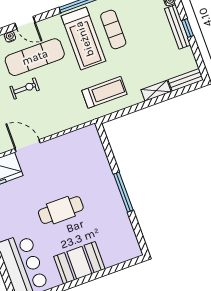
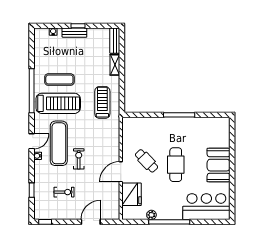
bench: (177, 27) -> (74, 33), width x0.73
cafe table: (52, 173) -> (147, 161), added

